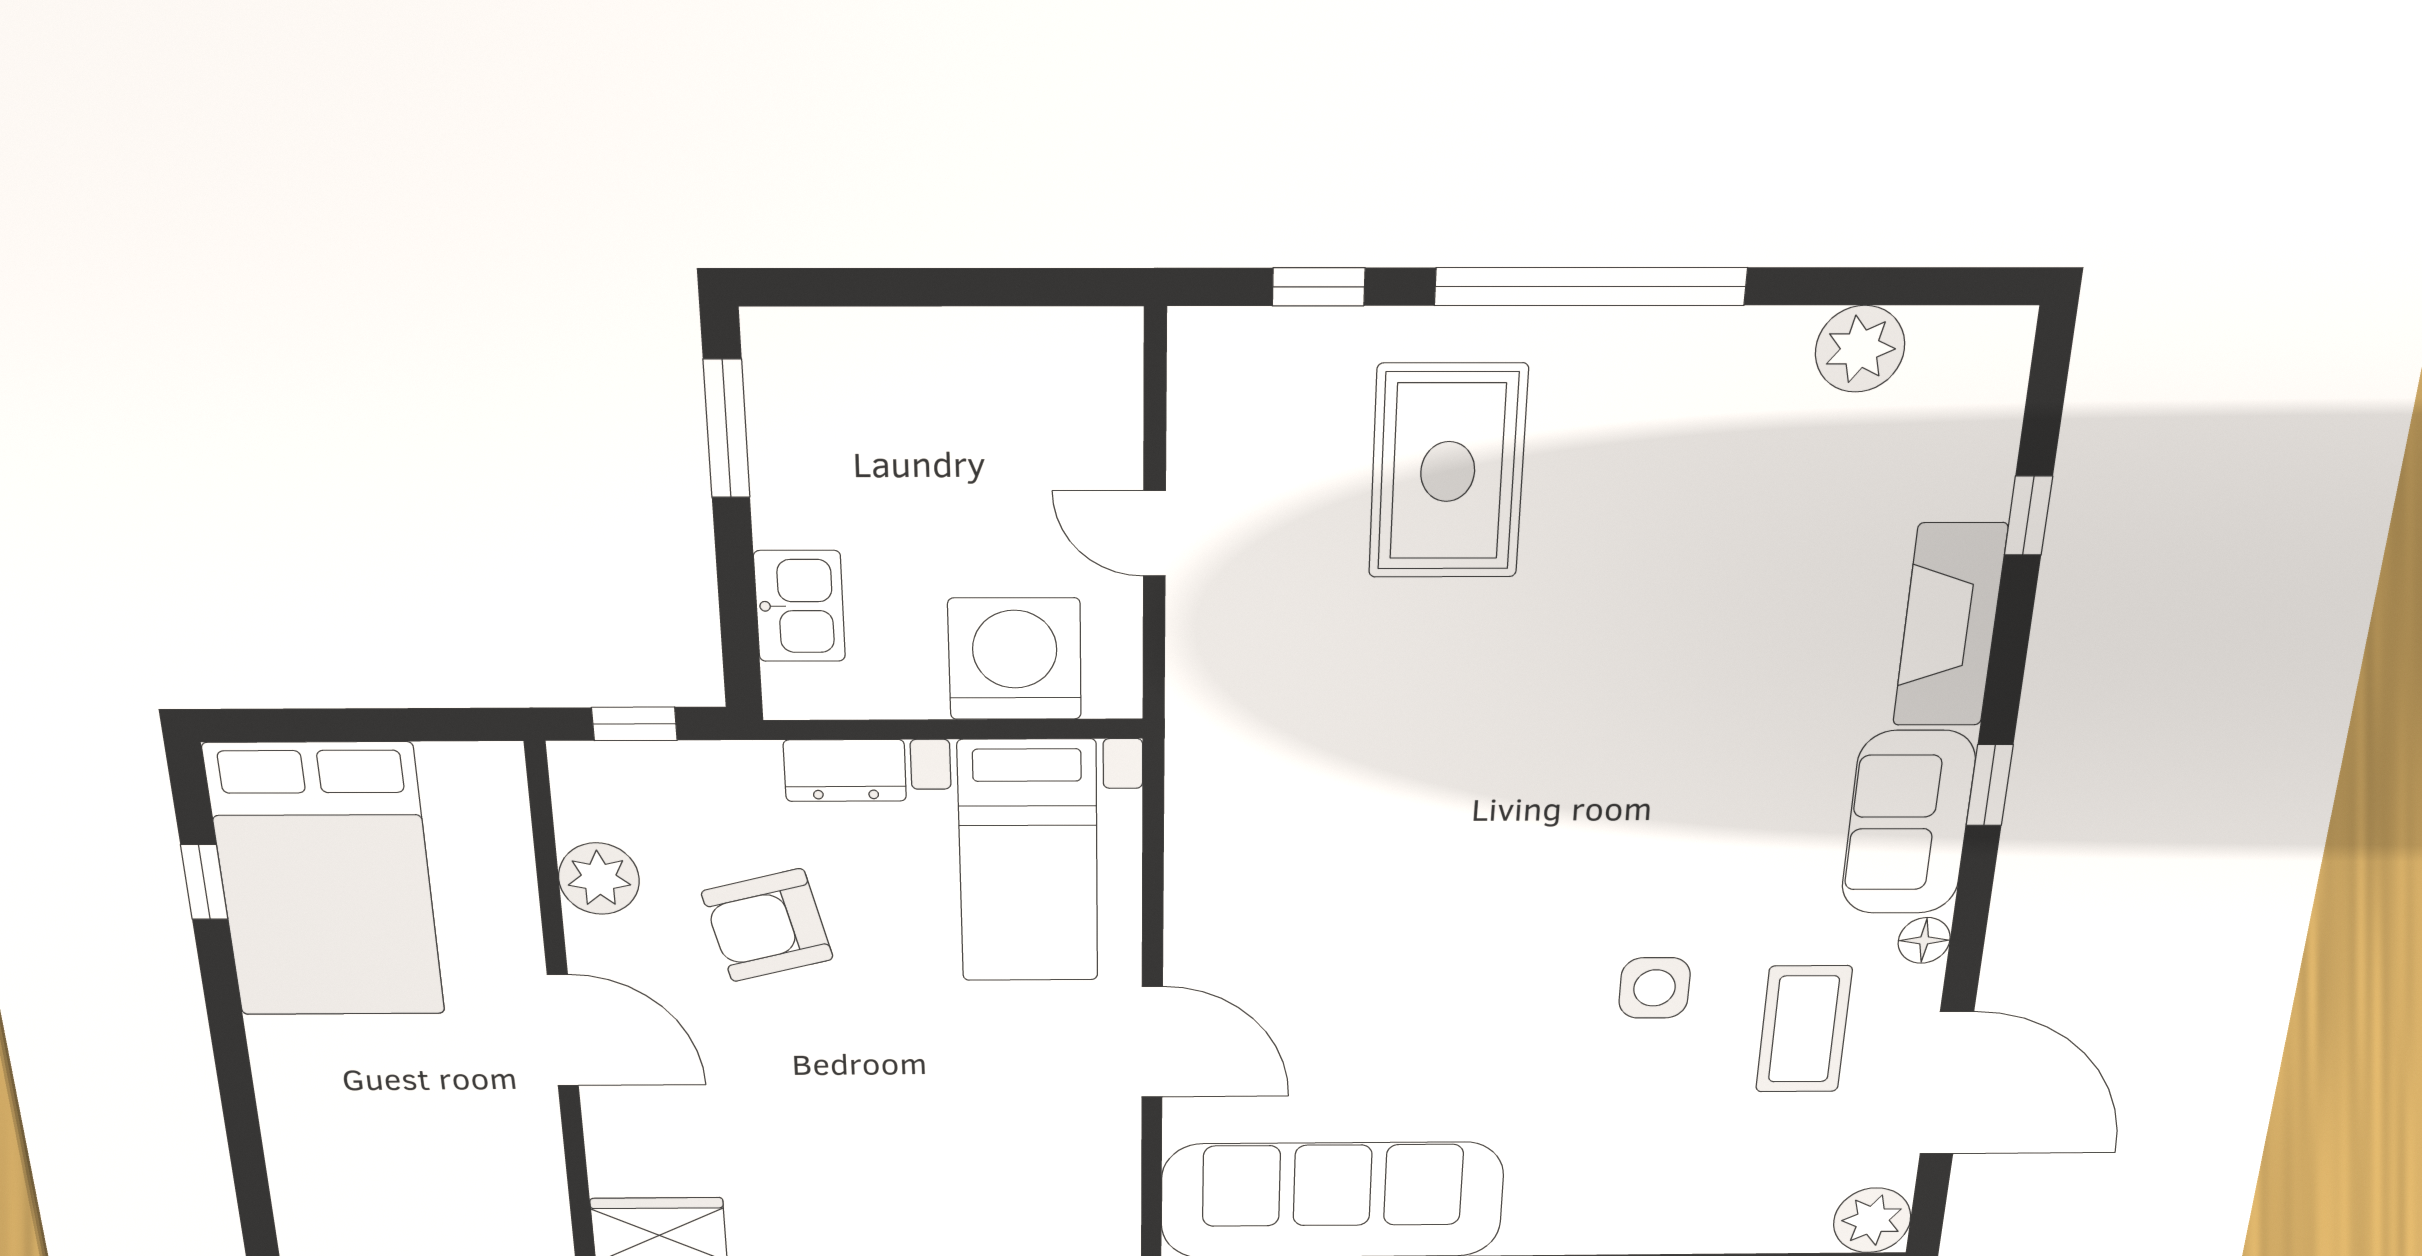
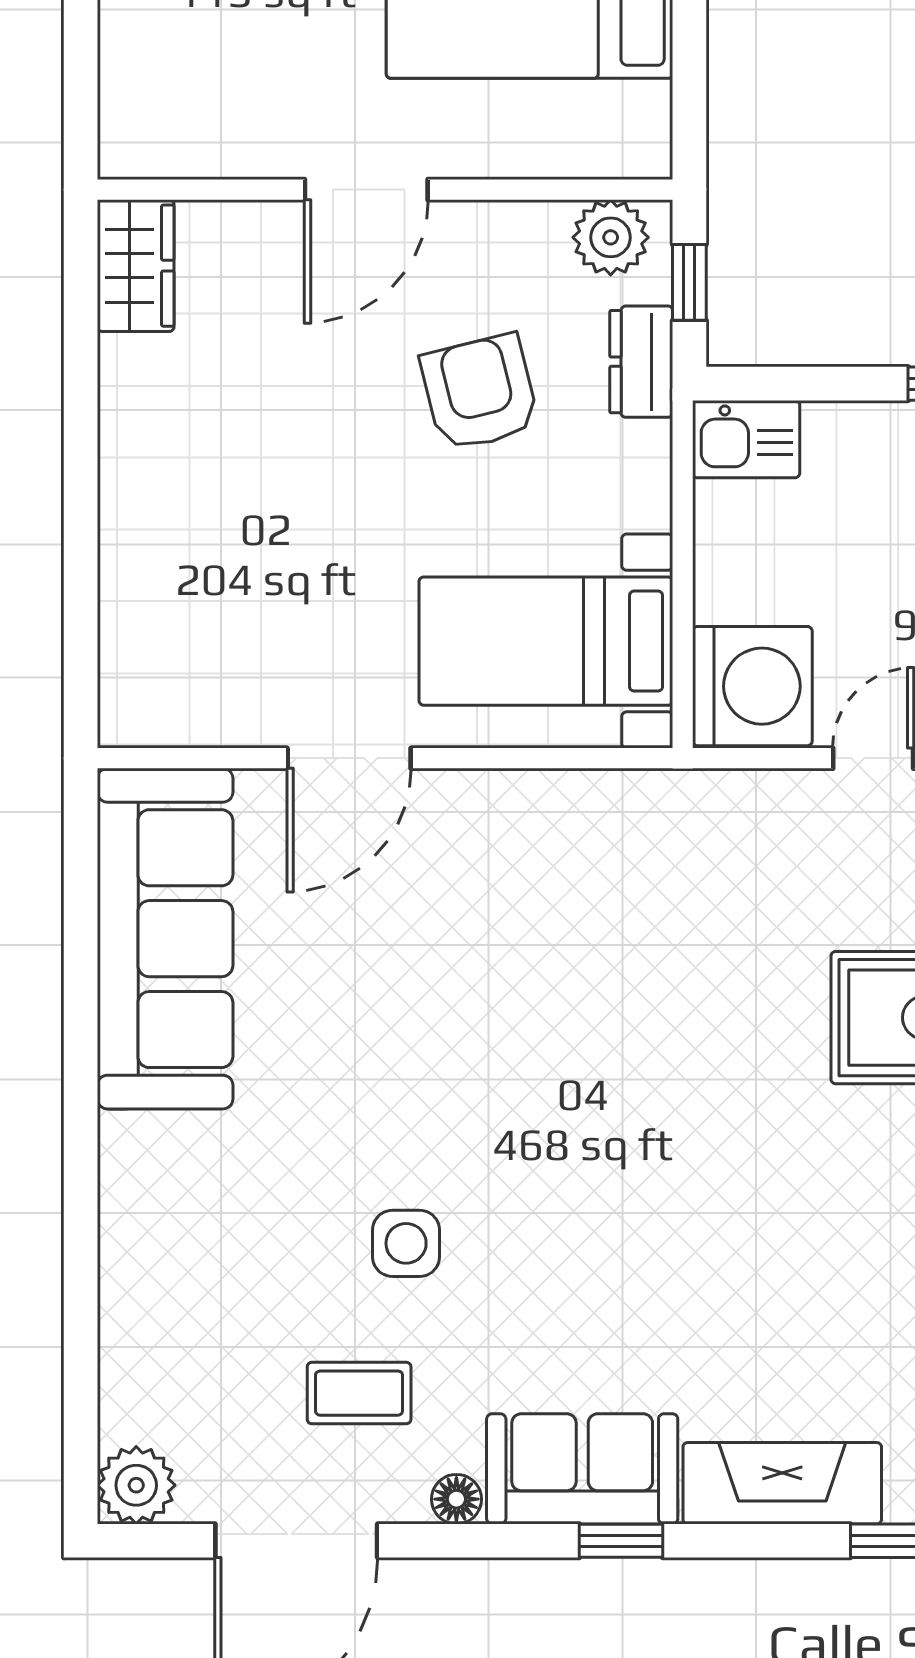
kitchen sink: (800, 606) -> (746, 439), moved
washing machine: (1015, 659) -> (752, 686), moved
dresser: (845, 771) -> (641, 362), moved
plant: (599, 879) -> (611, 237), moved
coffee table: (1804, 1029) -> (359, 1393), width x0.73, depth x0.77

